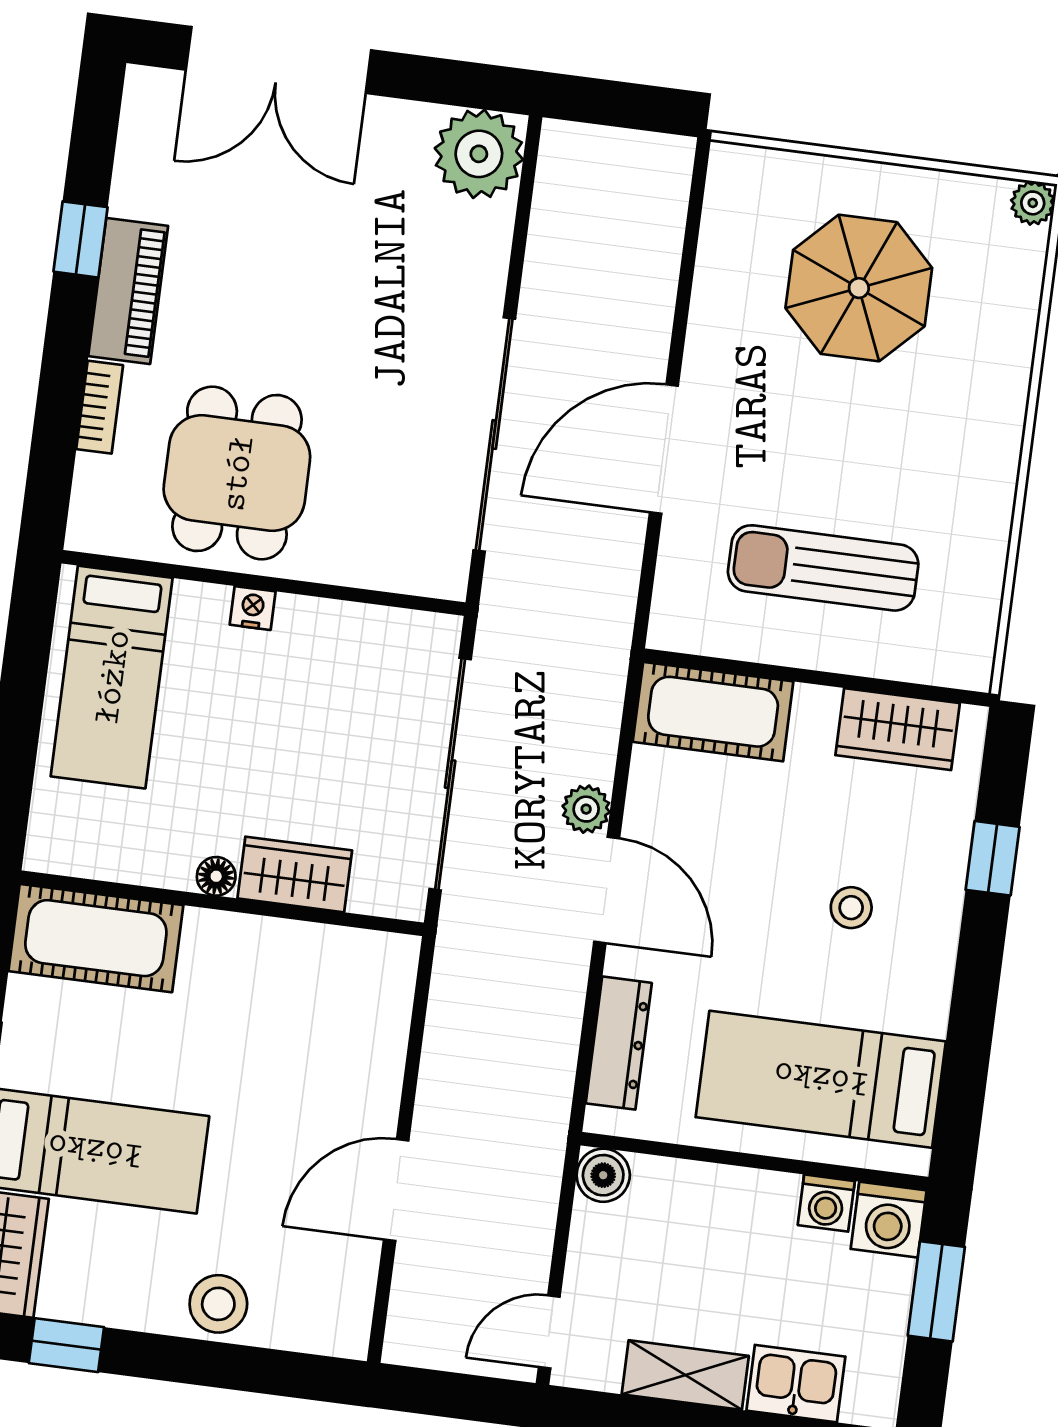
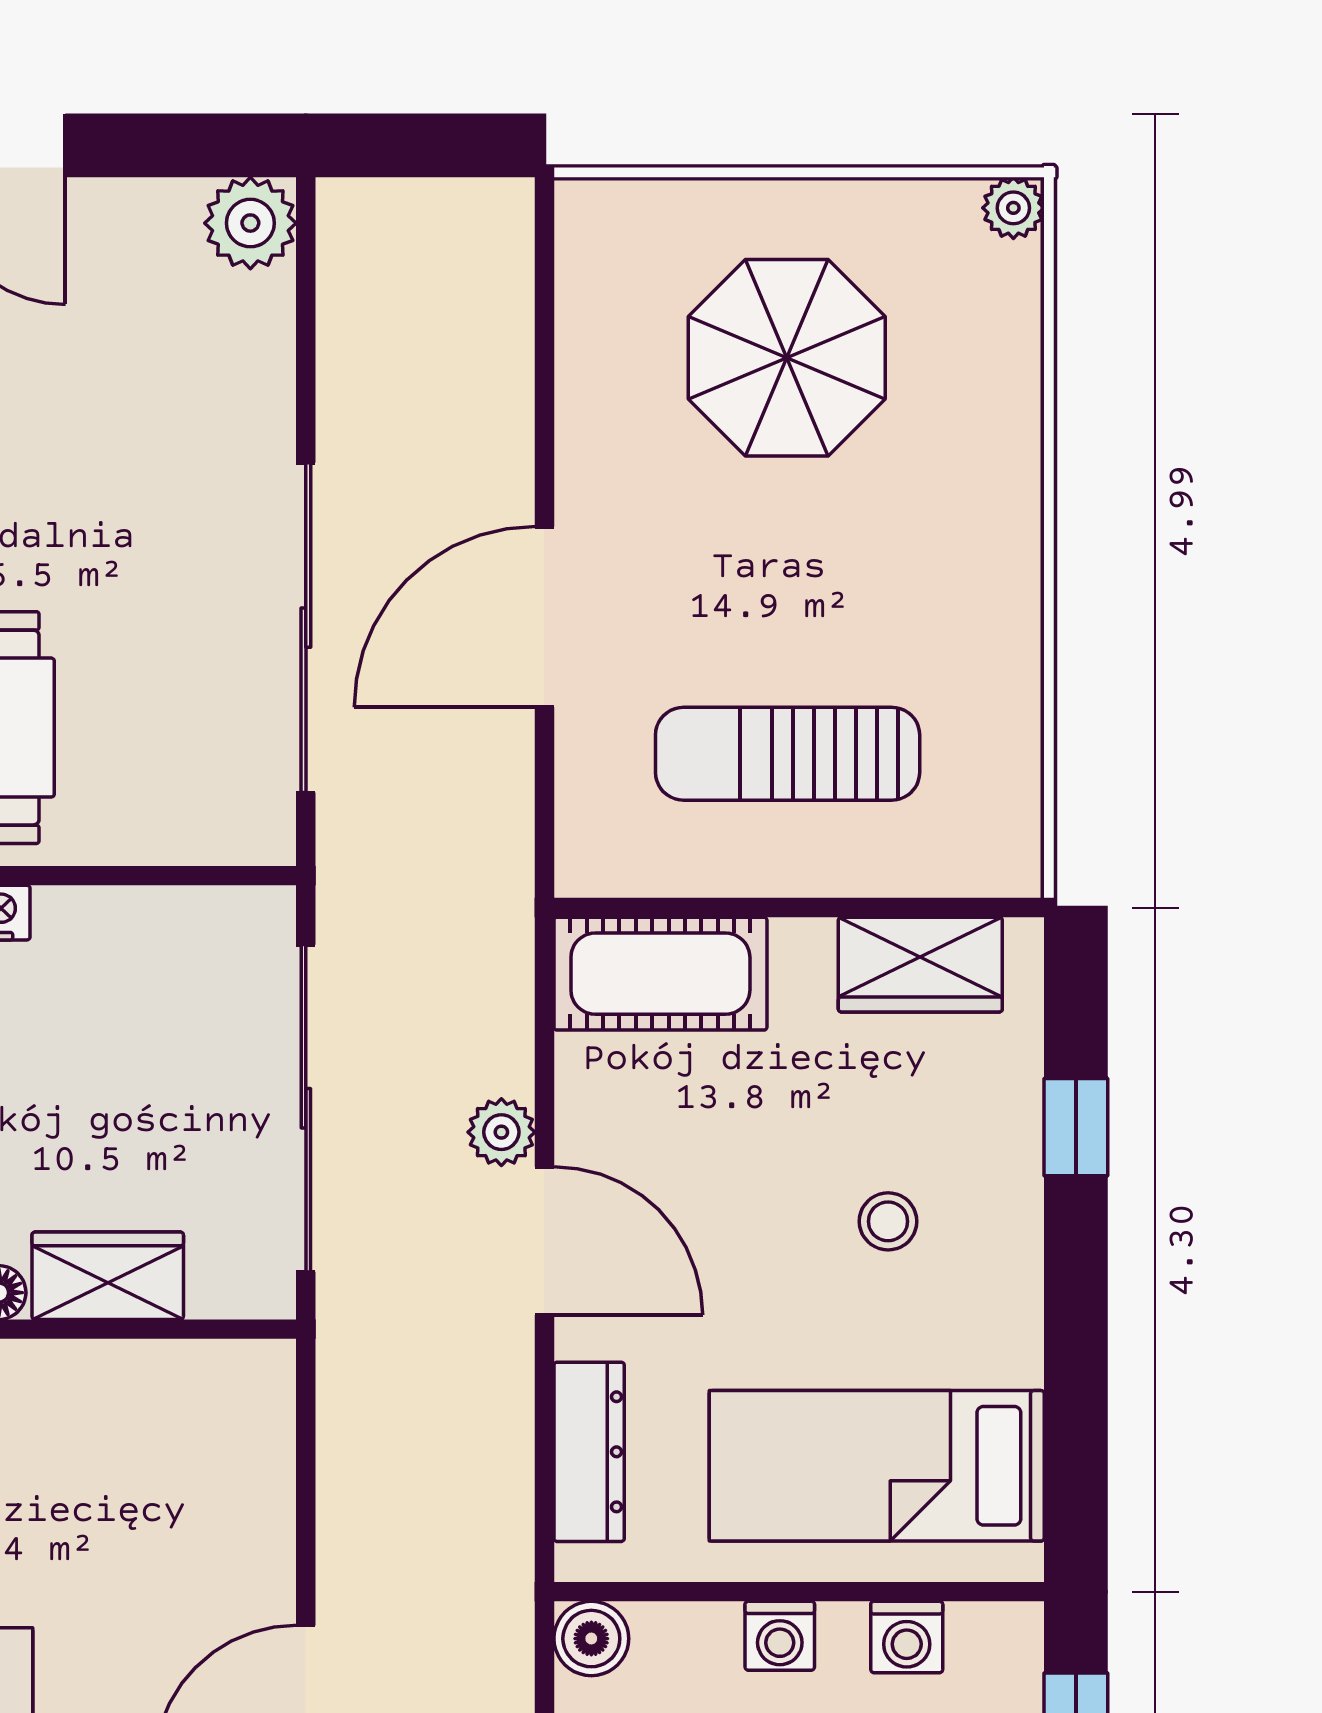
plant: (479, 154) -> (250, 223), width x0.73, depth x0.73
washing machine: (889, 1220) -> (780, 1636), moved, width x0.73, depth x0.73

